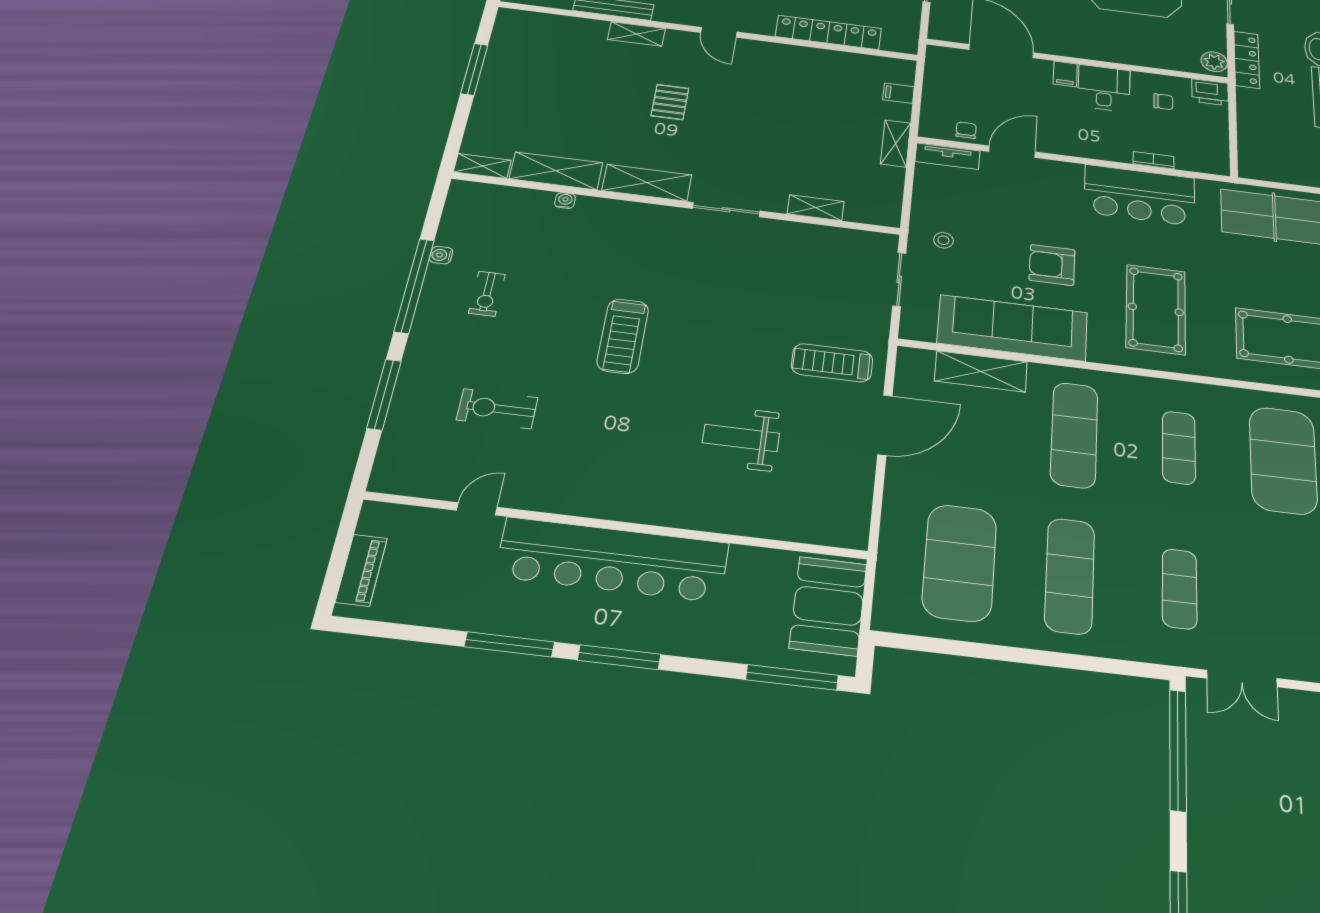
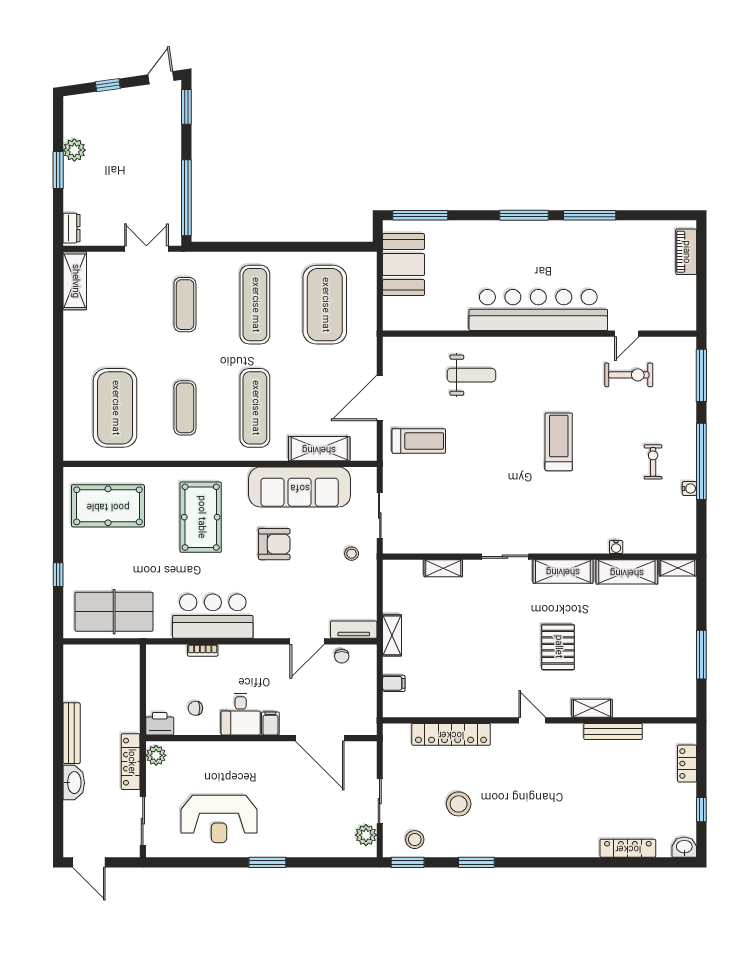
pallet: (670, 102) -> (558, 647), width x1.50, depth x1.42
door: (477, 509) -> (627, 334), moved
wall: (617, 525) -> (540, 334), moved
bar counter: (613, 560) -> (538, 310), moved

